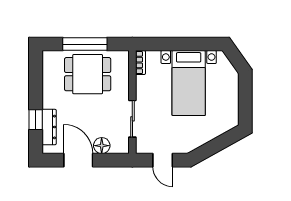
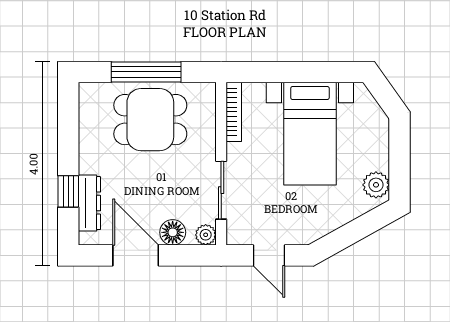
bookcase: (140, 63) -> (234, 112), width x1.56
plant: (230, 115) -> (376, 185), added
plant: (123, 147) -> (206, 235), added

